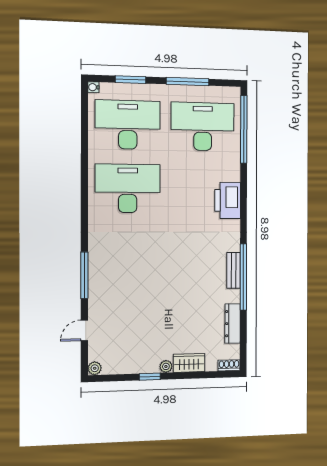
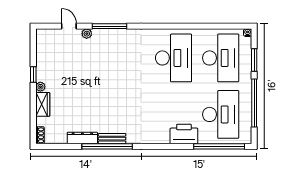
window: (188, 82) -> (254, 103), width x1.46
printer: (228, 200) -> (184, 134), moved
dresser: (233, 324) -> (82, 138), moved
plant: (95, 368) -> (87, 34), moved

